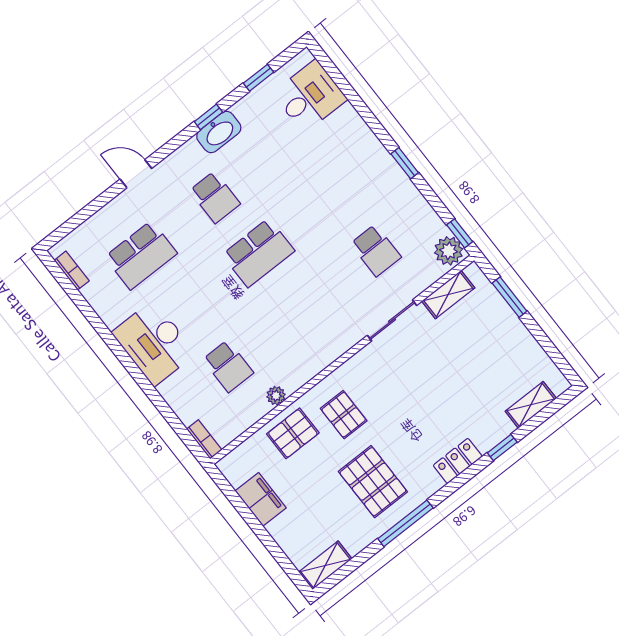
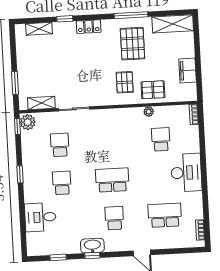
desk: (310, 96) -> (40, 217), moved
school desk: (332, 195) -> (62, 183), added
shelving: (325, 565) -> (173, 24), width x1.50, depth x1.33

